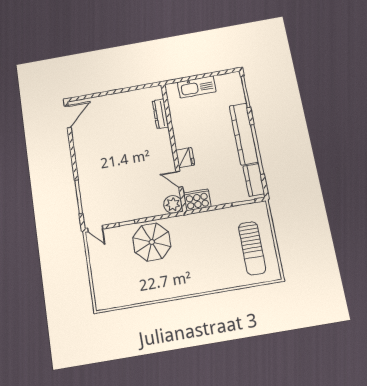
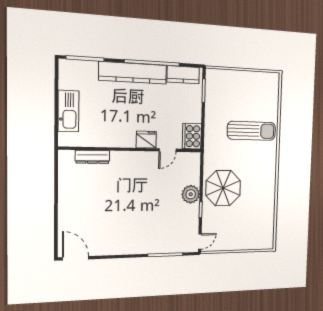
plant: (173, 204) -> (191, 194), moved
sun lounger: (252, 248) -> (251, 131), moved

